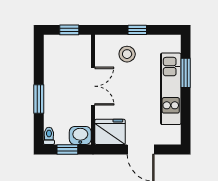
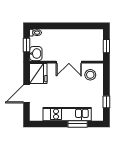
window: (137, 30) -> (106, 102), moved
stool: (127, 54) -> (90, 75), moved
window: (39, 99) -> (60, 26), removed

